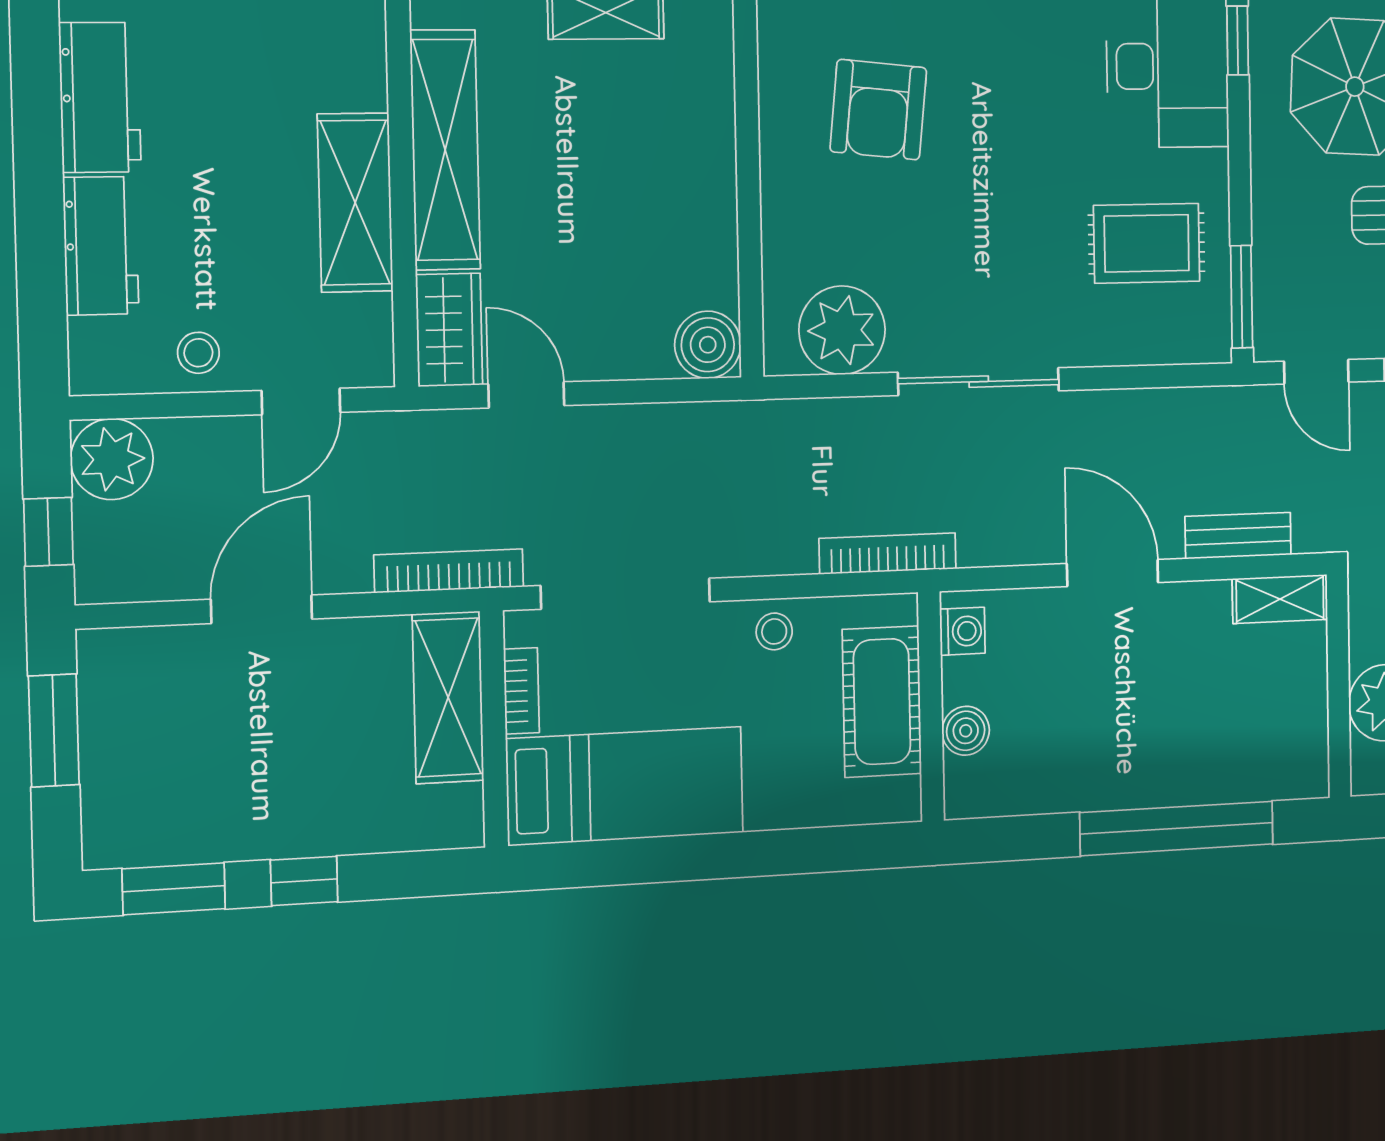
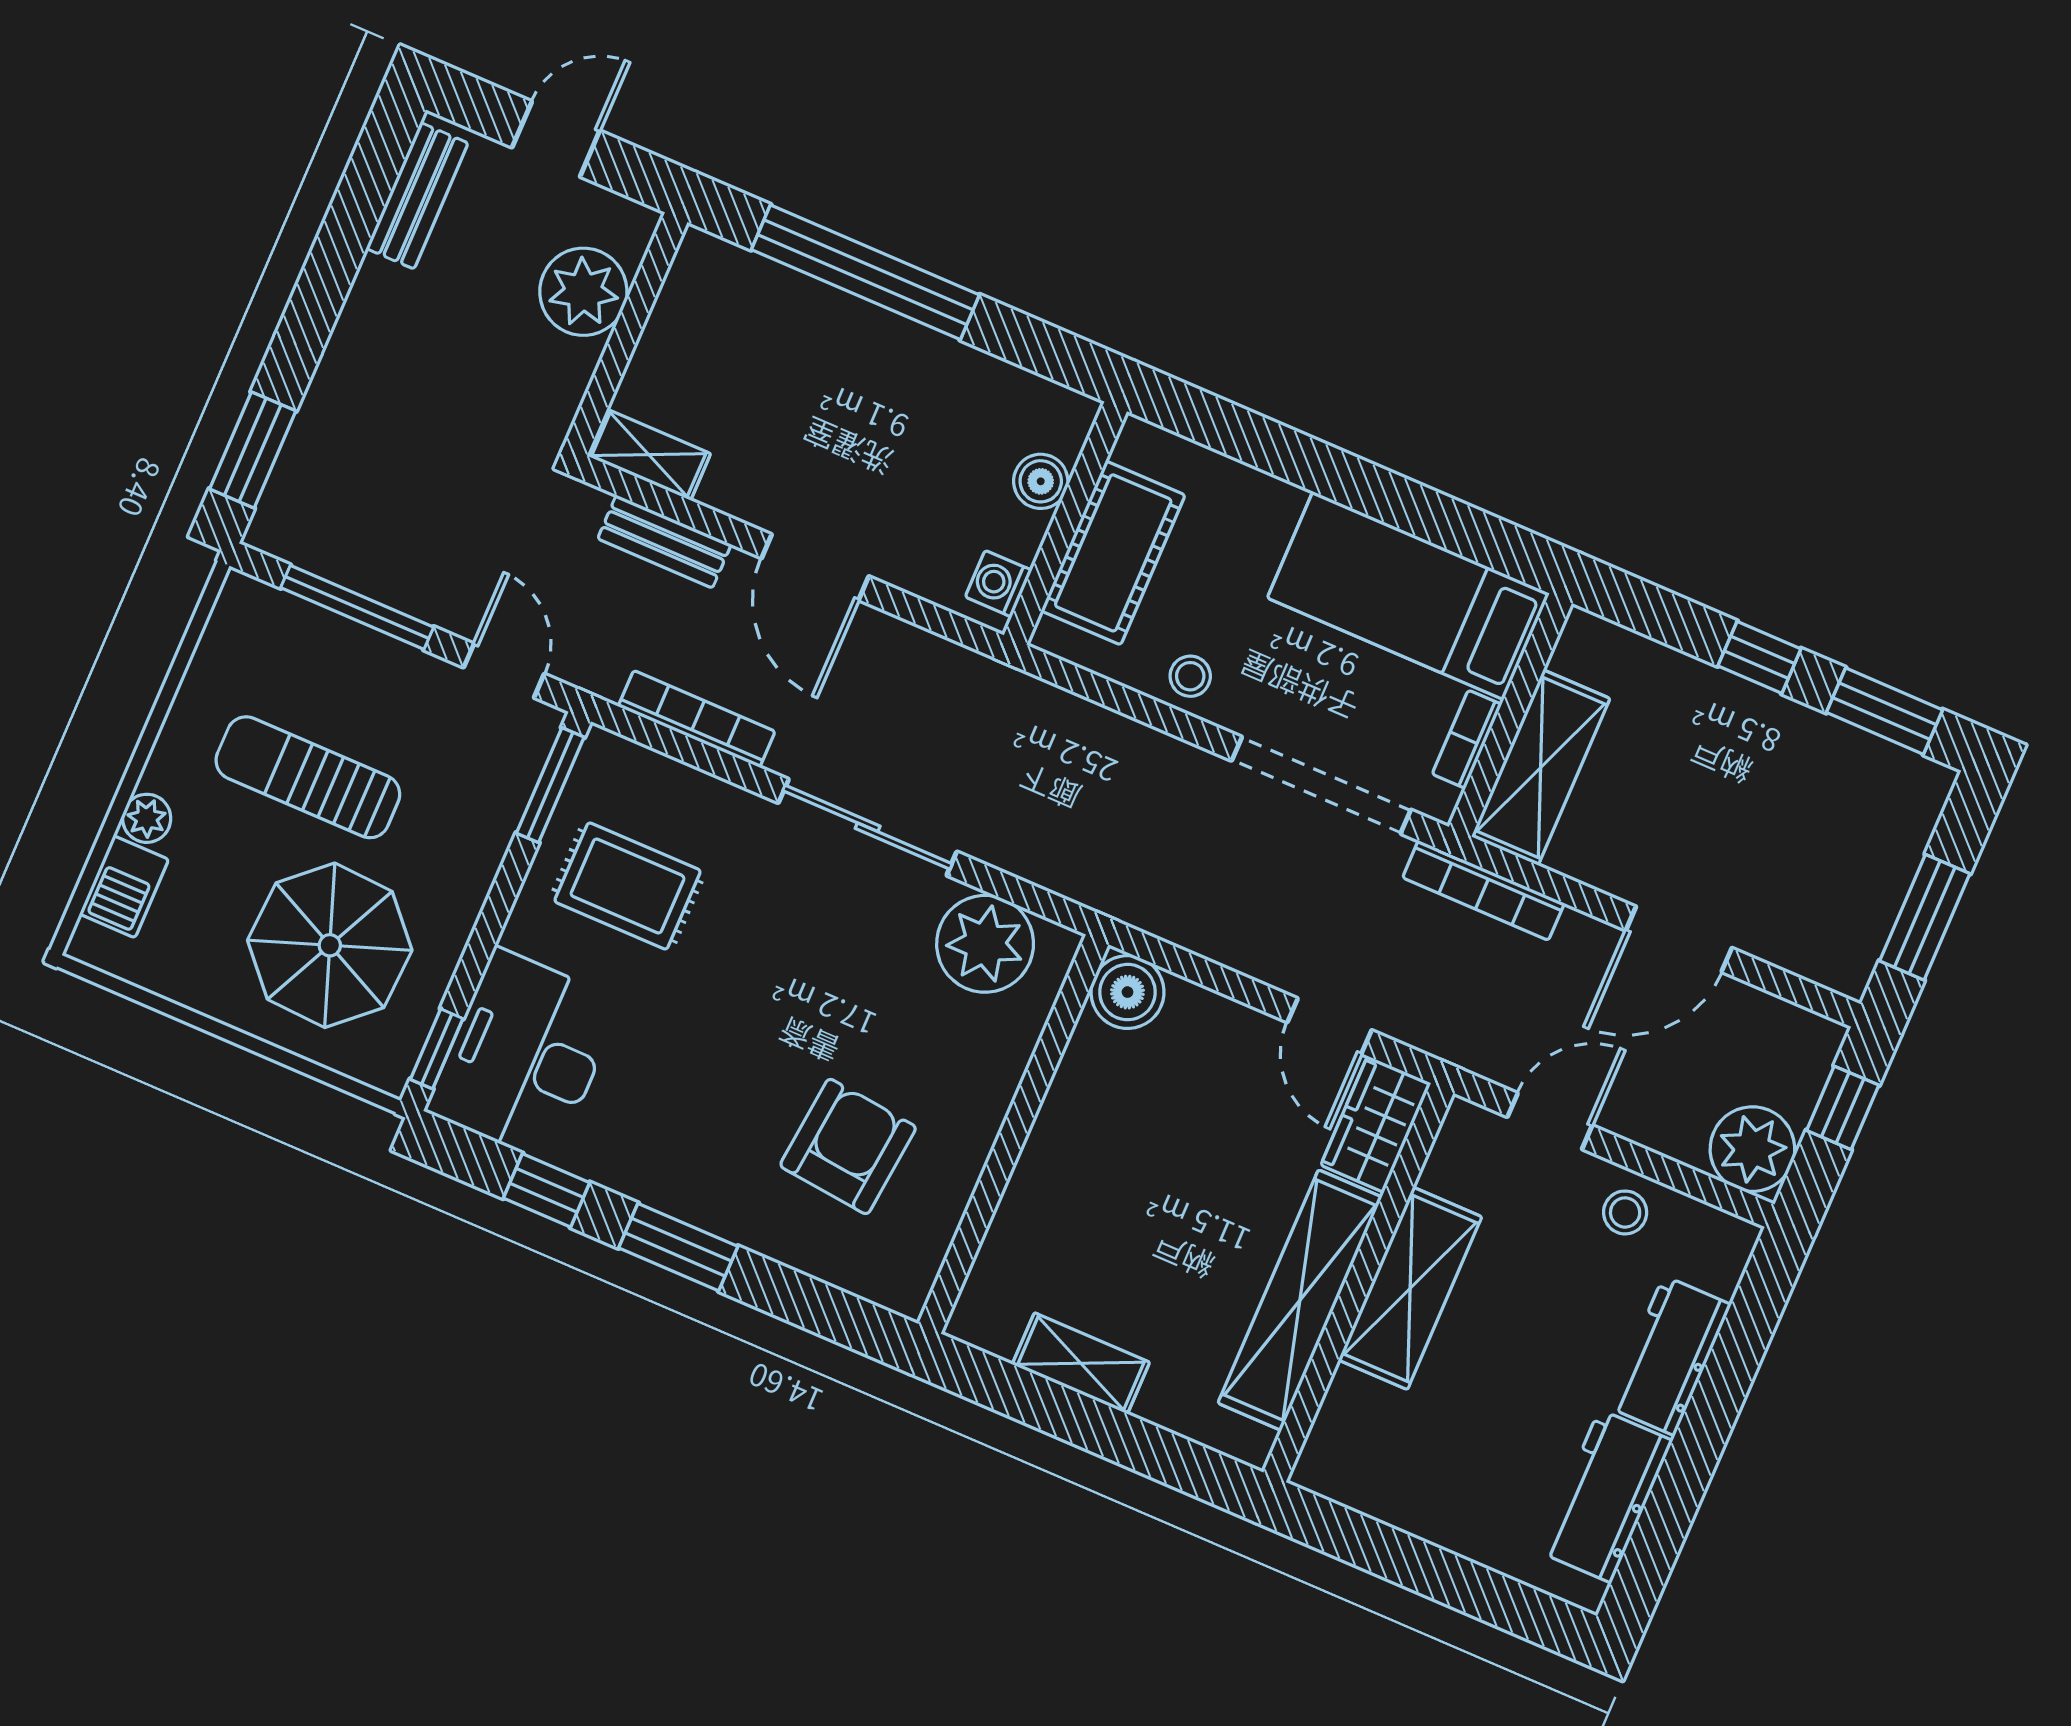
bookcase: (888, 554) -> (697, 719), moved, turned 180

